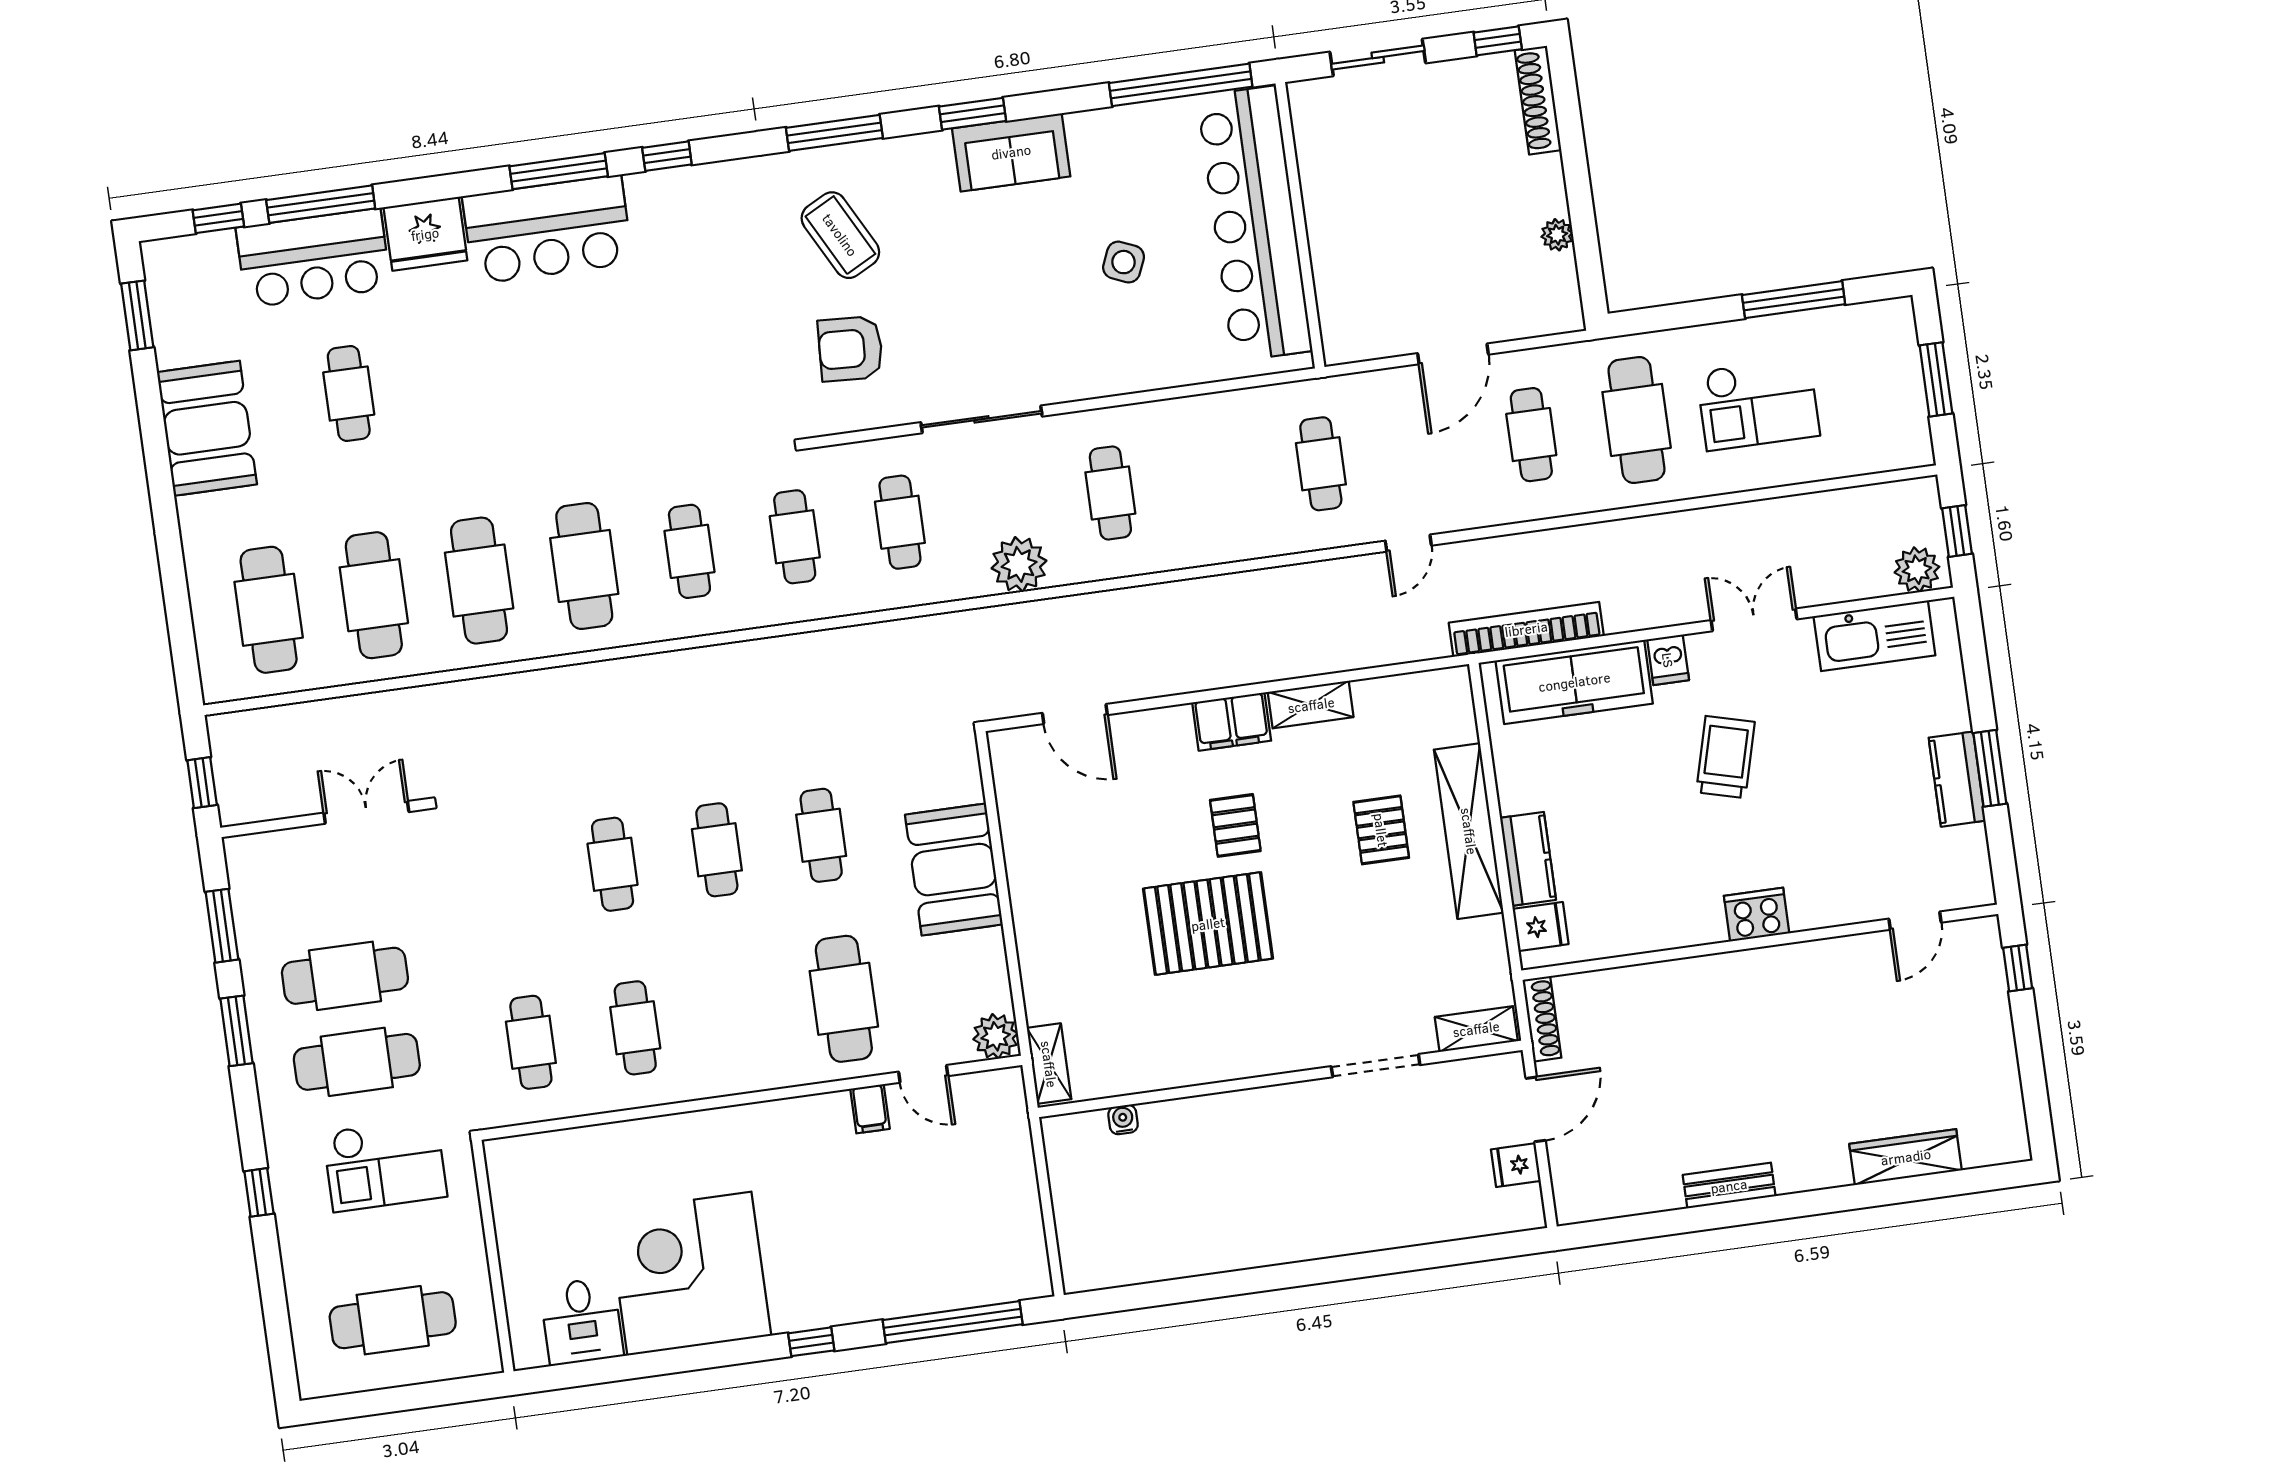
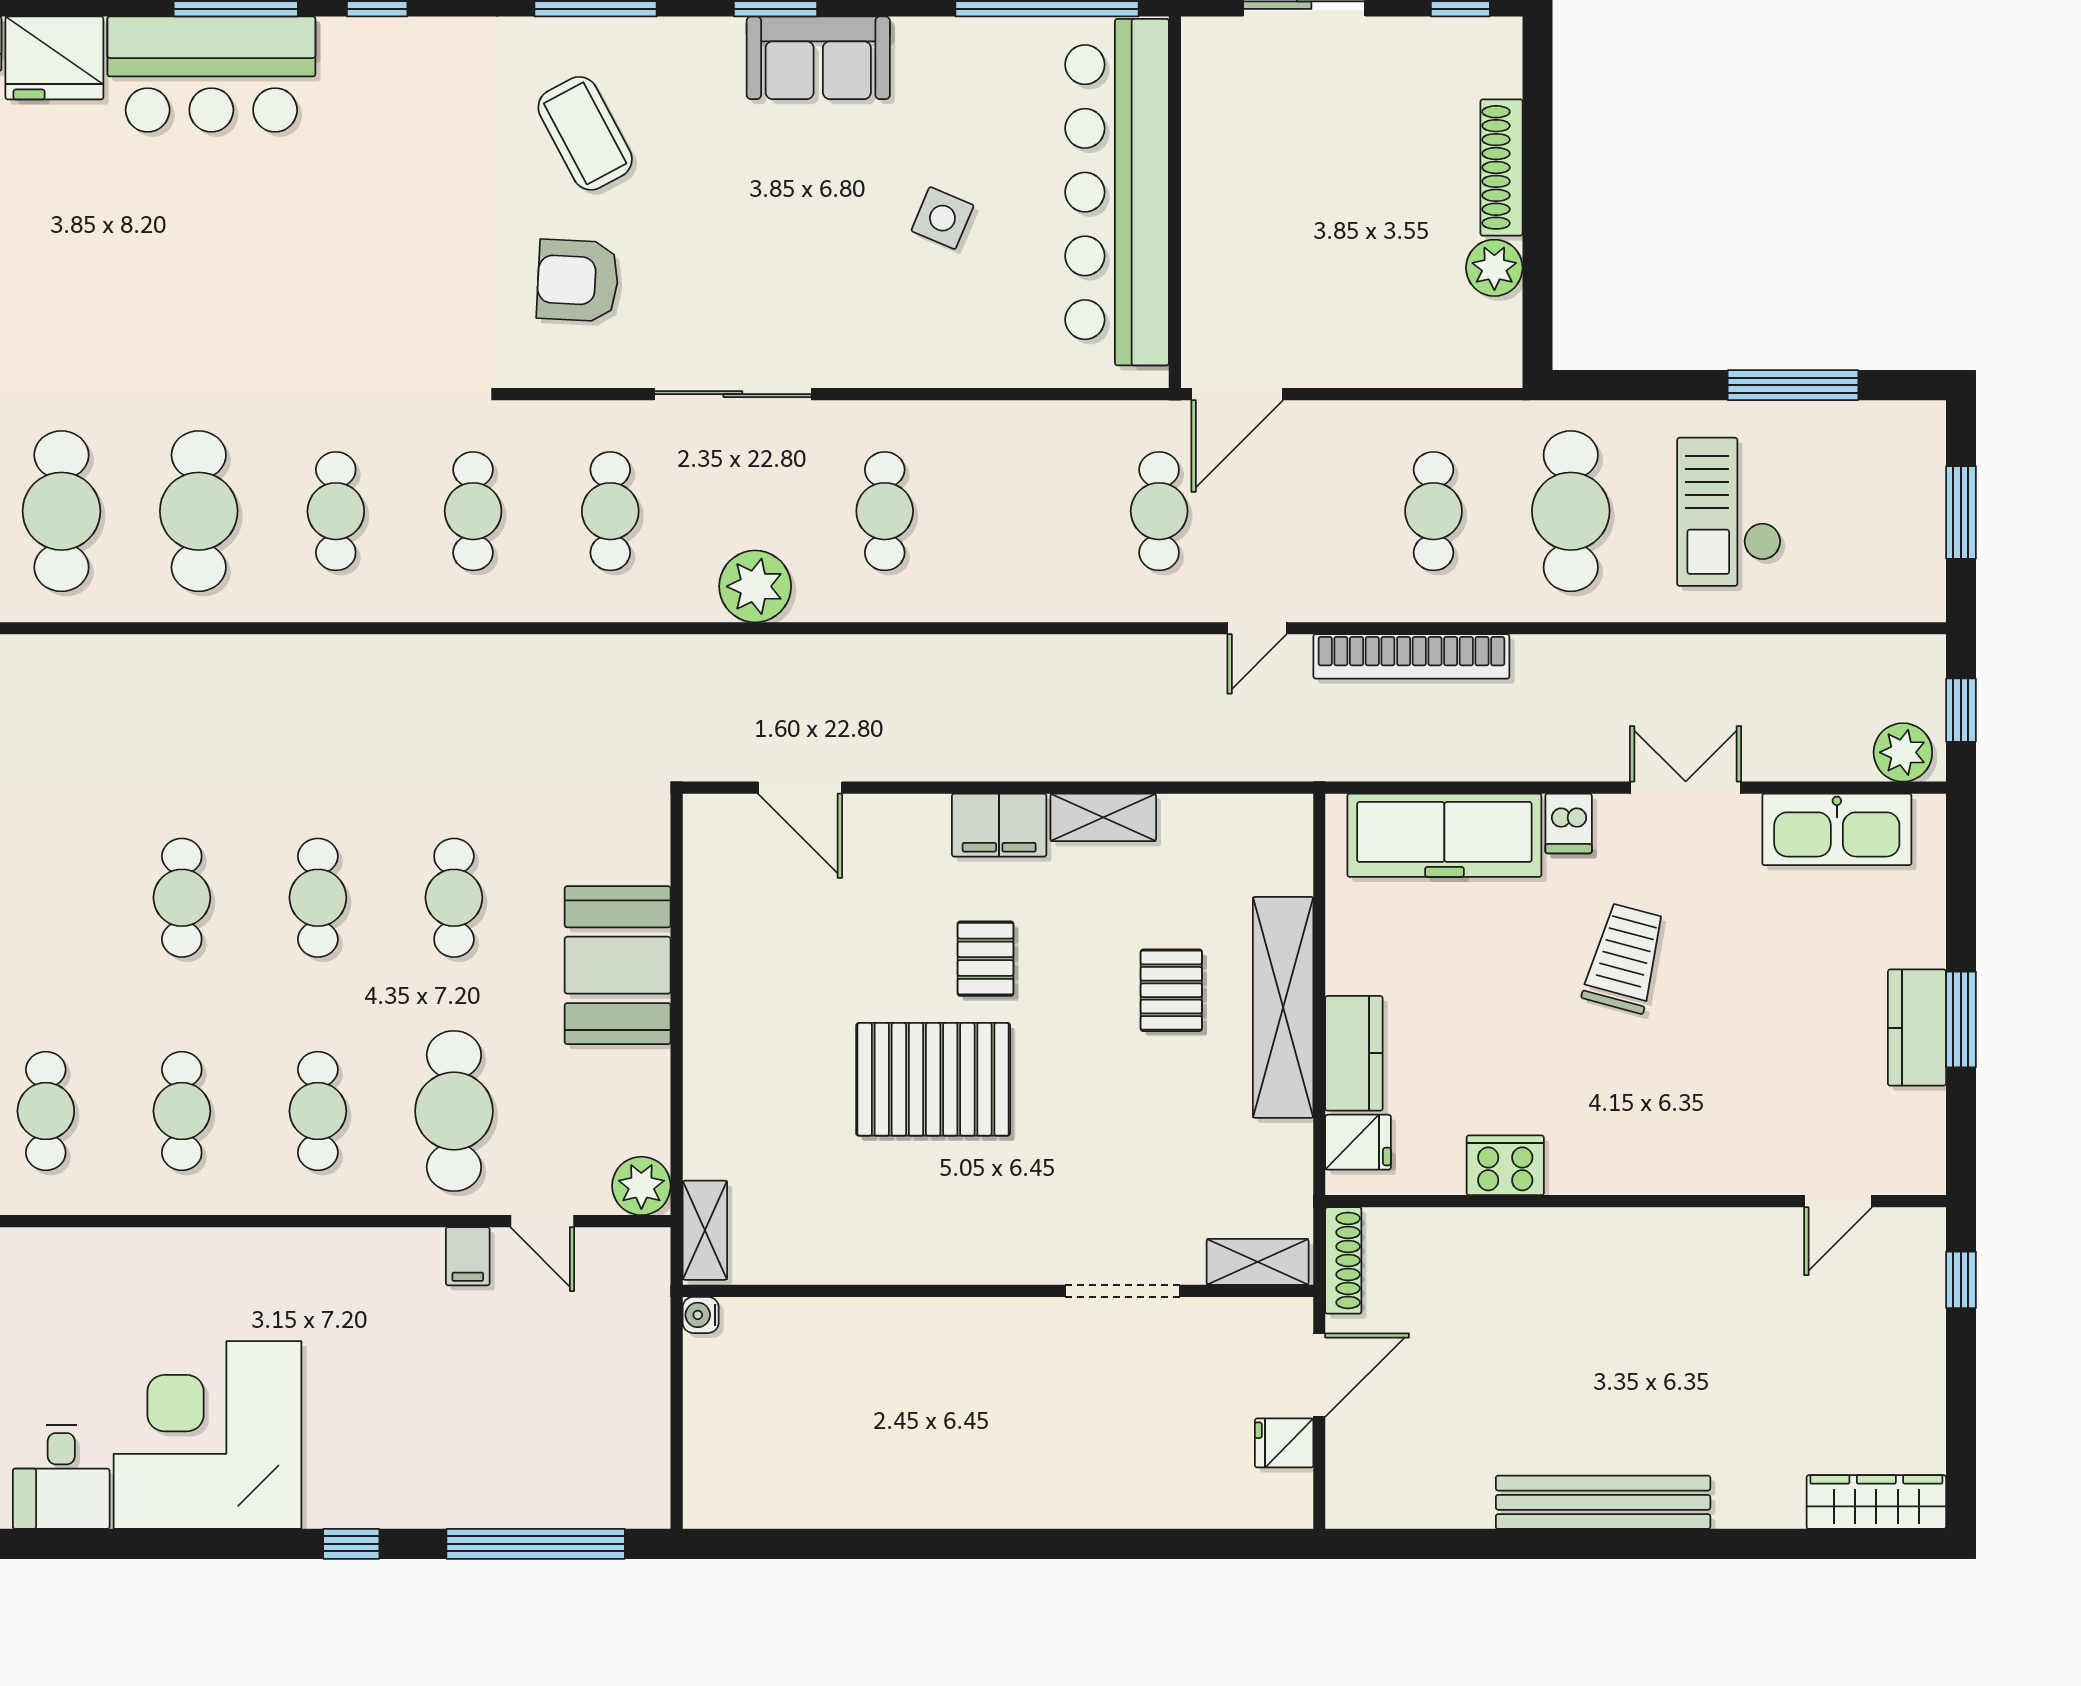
shoe rack: (1538, 100) -> (1502, 167), moved
plant: (1557, 235) -> (1494, 268), width x1.38, depth x1.38
door: (1453, 354) -> (1237, 394), moved
checkout: (1758, 404) -> (1729, 512), turned 90
bookcase: (1526, 629) -> (1411, 656), moved, turned 180
cooker: (1757, 915) -> (1505, 1165), moved
cafe table: (740, 1013) -> (318, 1111), added
water cooler: (1123, 1120) -> (701, 1315), moved, turned -90
wardrobe: (1906, 1157) -> (1876, 1502), moved
bench: (1729, 1186) -> (1603, 1502), width x1.86, depth x1.21

